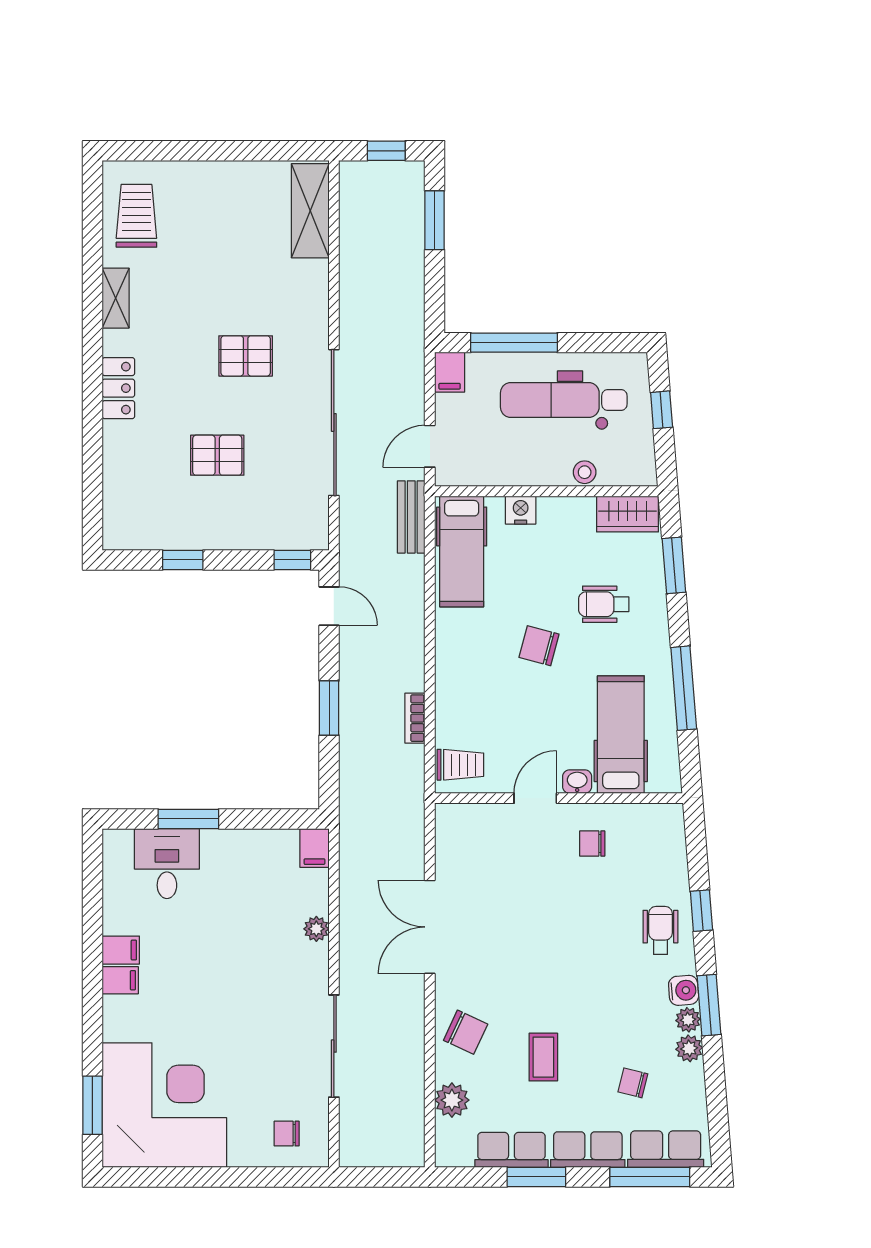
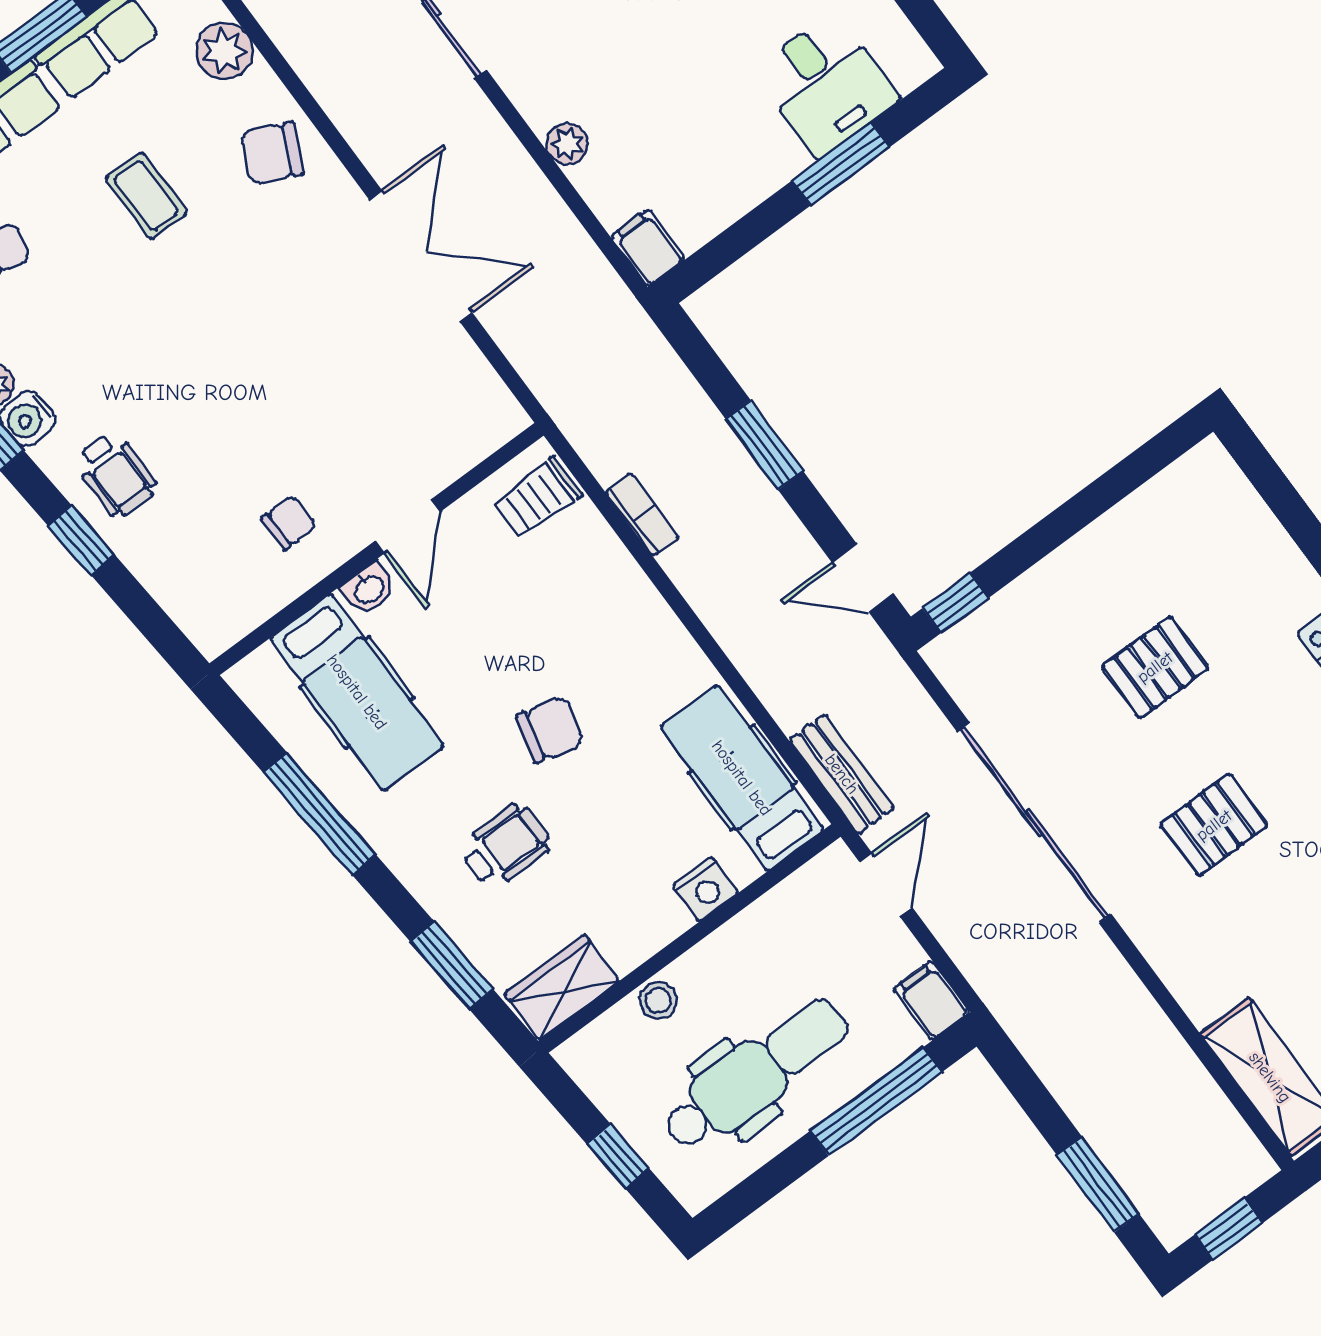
window: (183, 560) -> (1099, 497), removed

